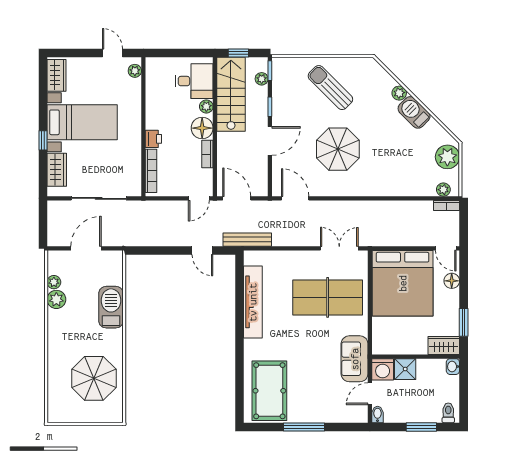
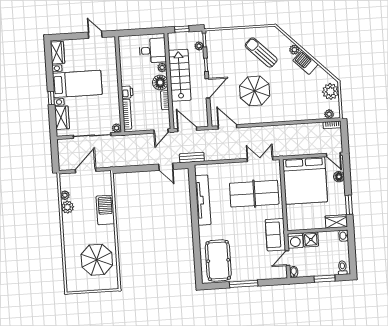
plant: (135, 71) -> (117, 128), moved
sun lounger: (330, 88) -> (261, 52), moved
stairs: (231, 94) -> (180, 75), moved
bench: (247, 240) -> (192, 158), width x0.73

